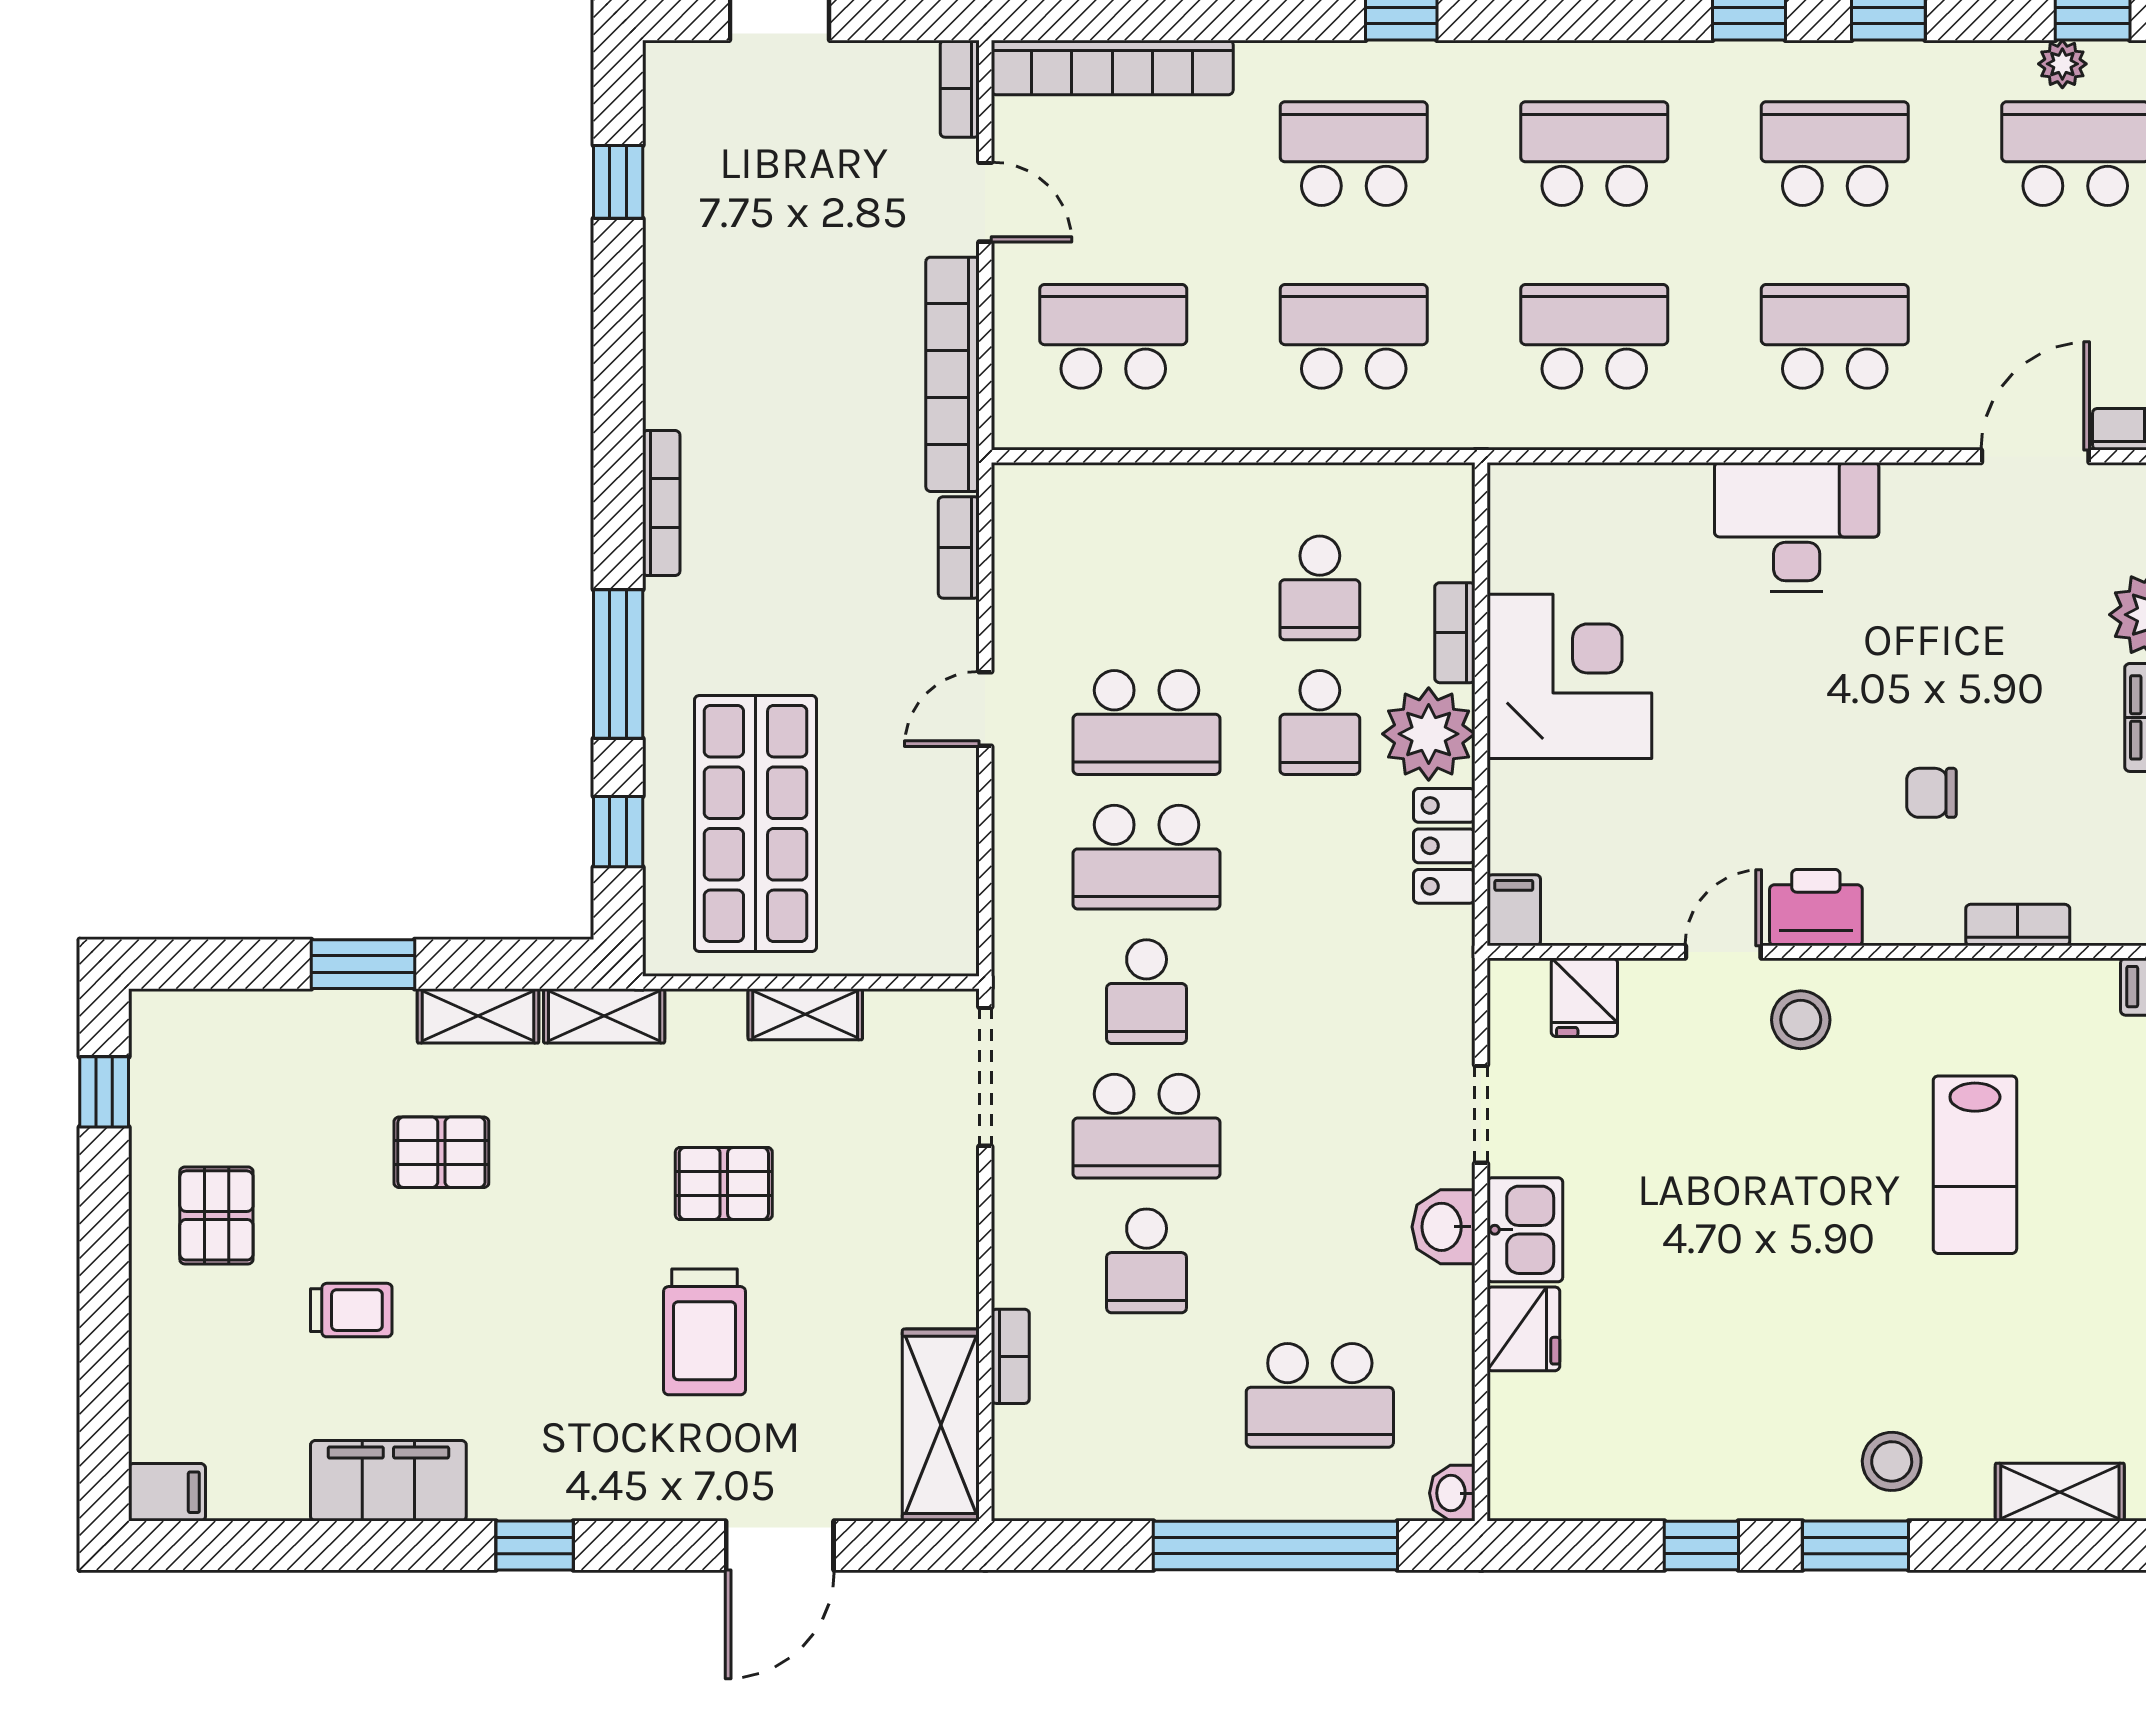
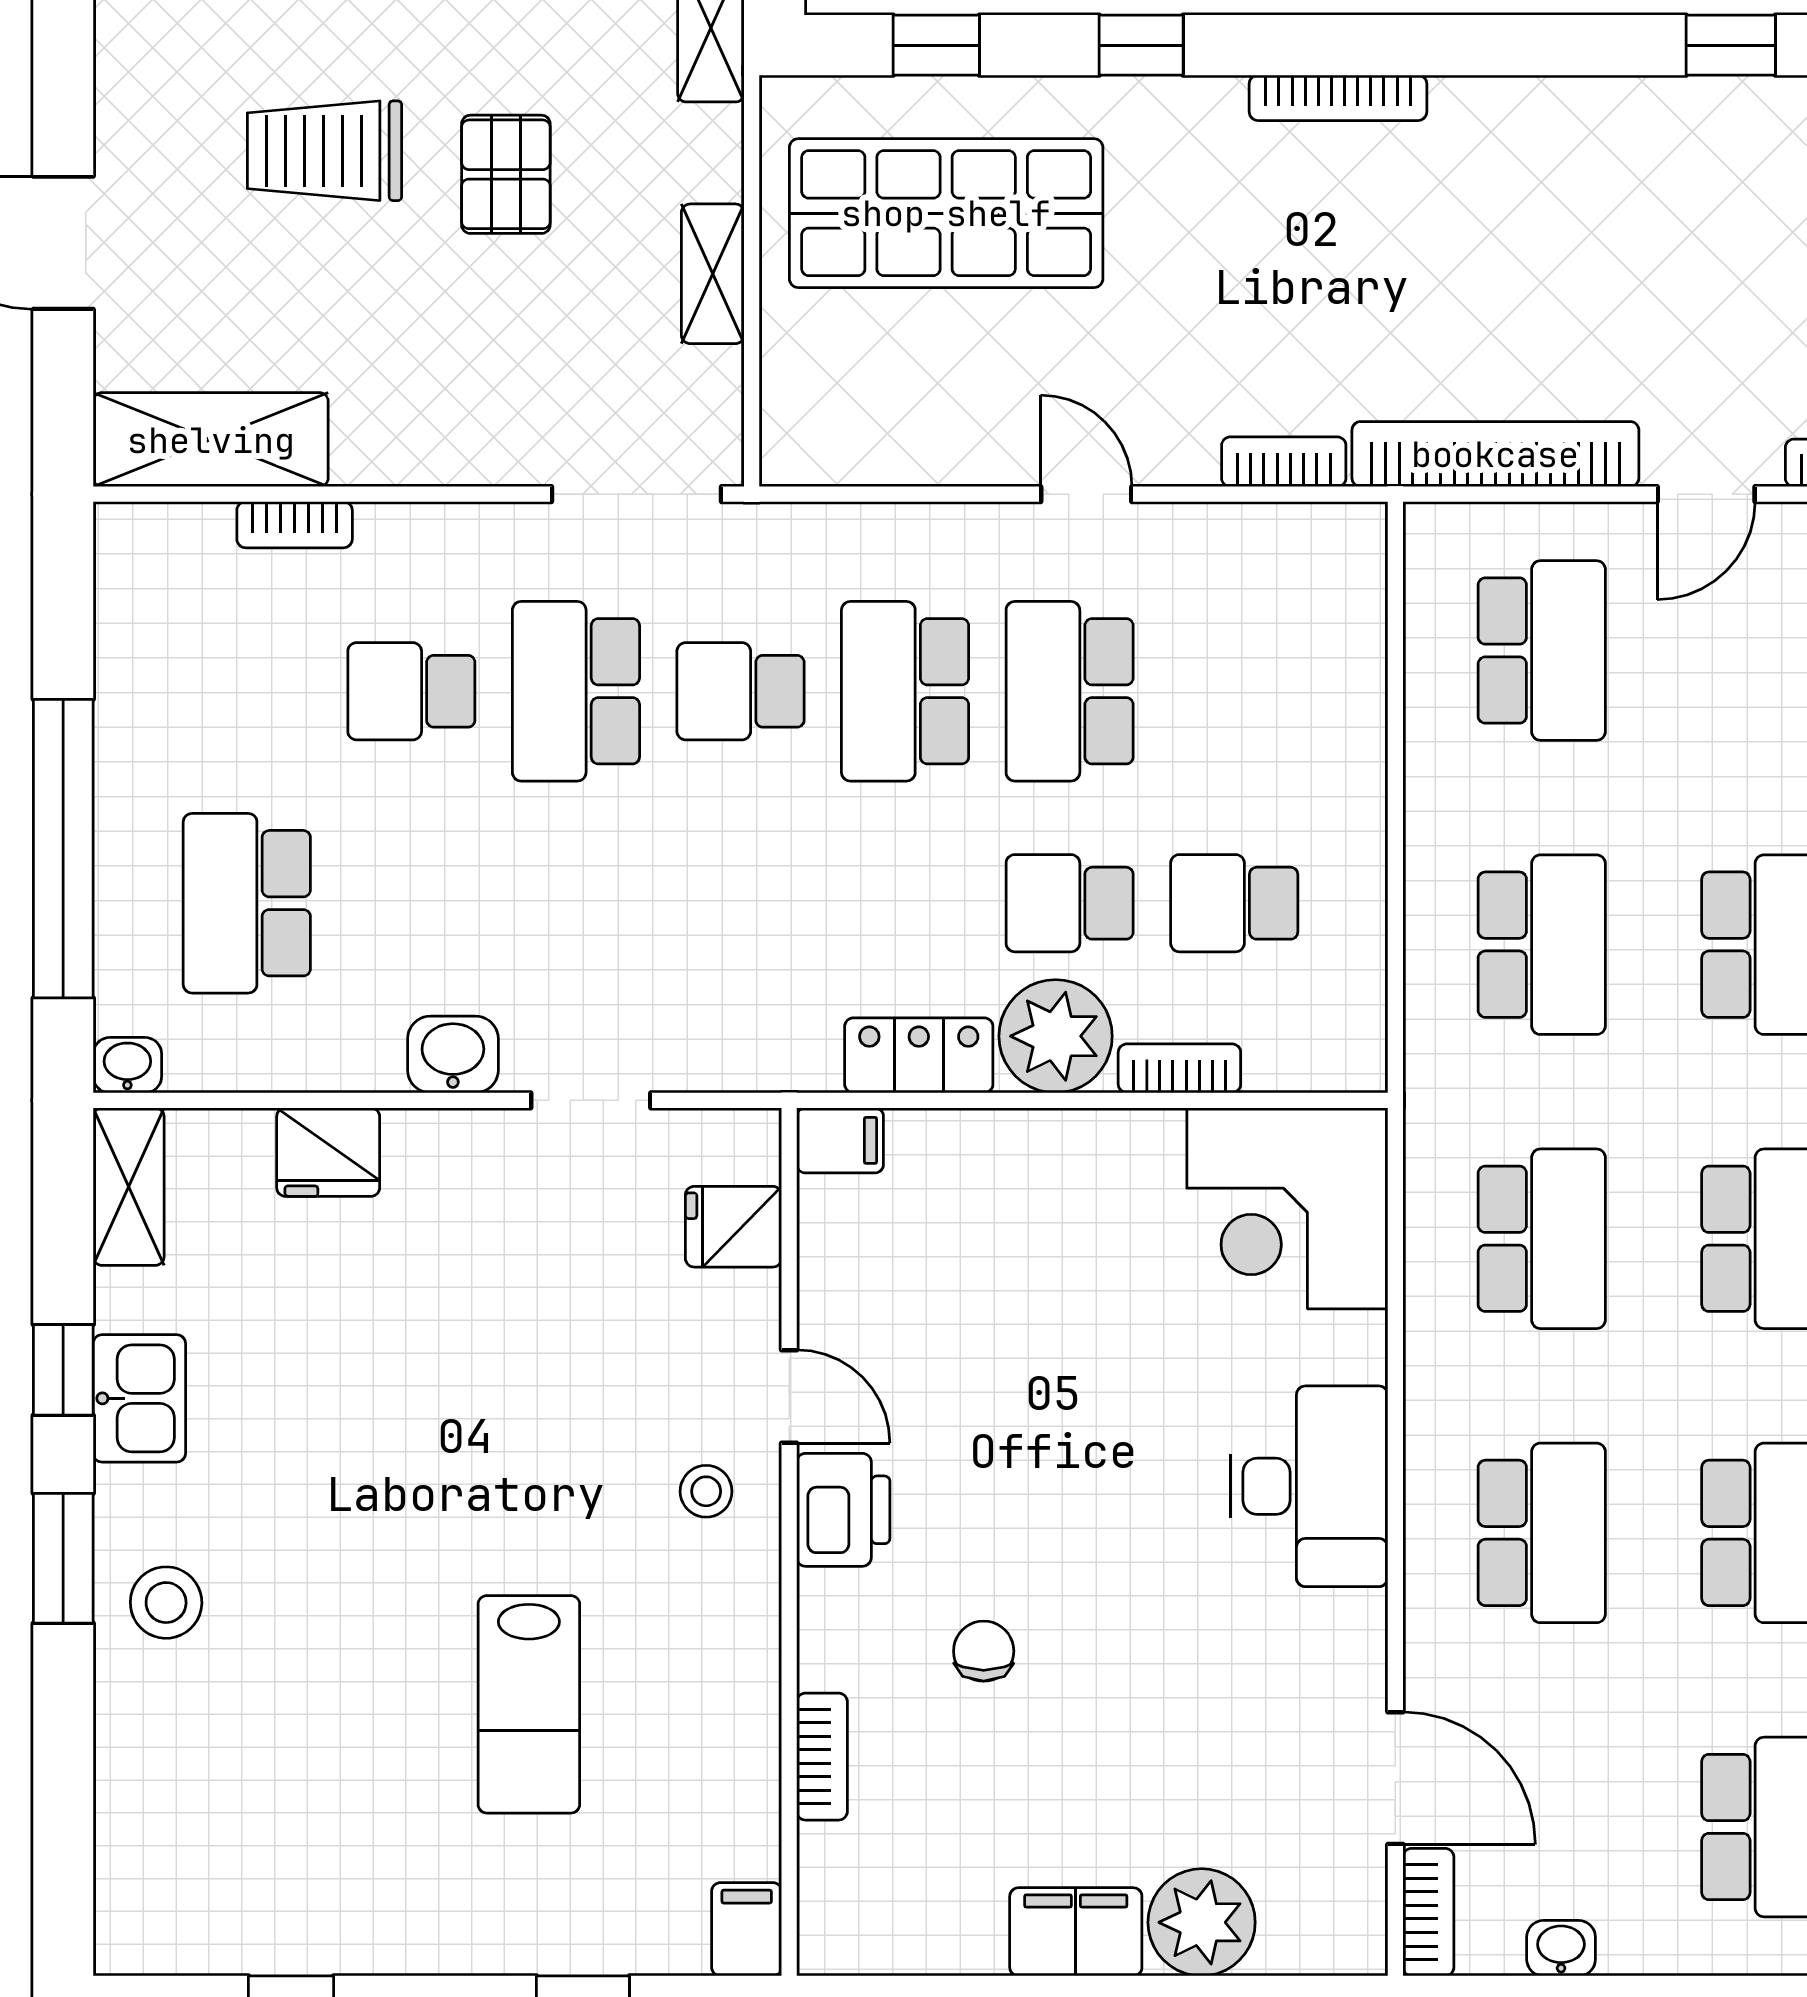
window: (618, 664) -> (1141, 45), width x0.46
corner desk: (1569, 676) -> (1287, 1208), moved, turned 90
stool: (1801, 1020) -> (706, 1491), width x0.73, depth x0.73
lab bench: (1975, 1165) -> (529, 1704), turned -90
kitchen sink: (1525, 1230) -> (139, 1398), moved, turned -90
shelving: (2060, 1492) -> (129, 1187), moved

